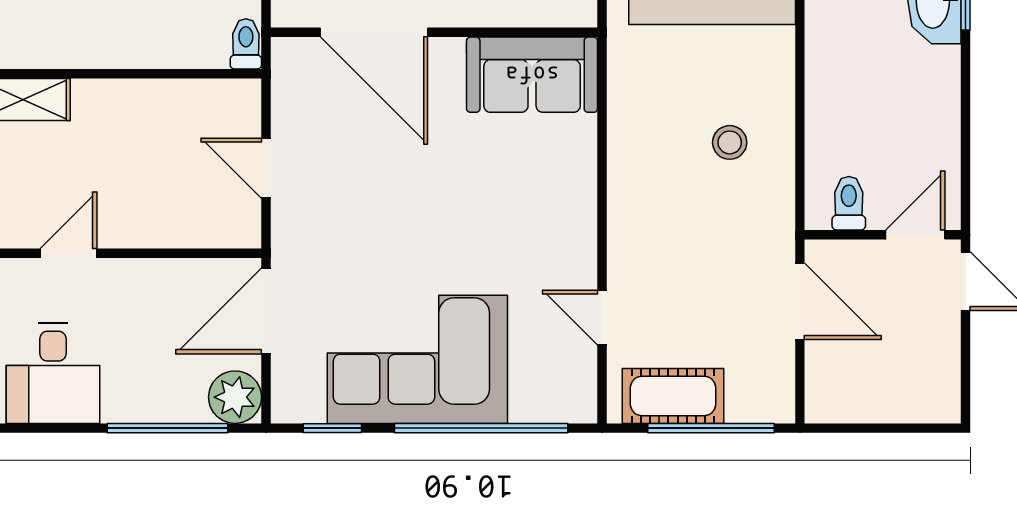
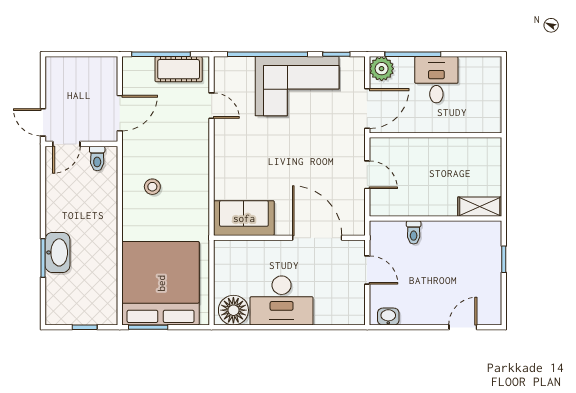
toilet: (246, 44) -> (414, 232), moved
door: (68, 253) -> (459, 135), removed
door: (800, 301) -> (120, 113), swing flipped
desk: (53, 373) -> (436, 80), moved

